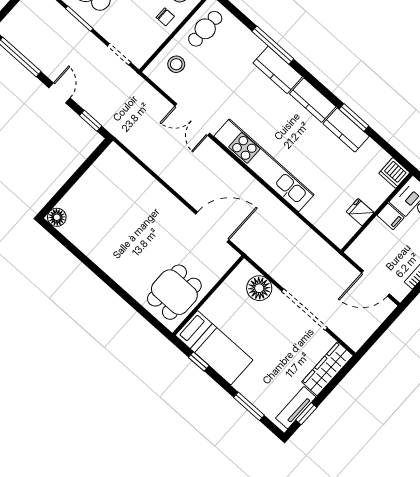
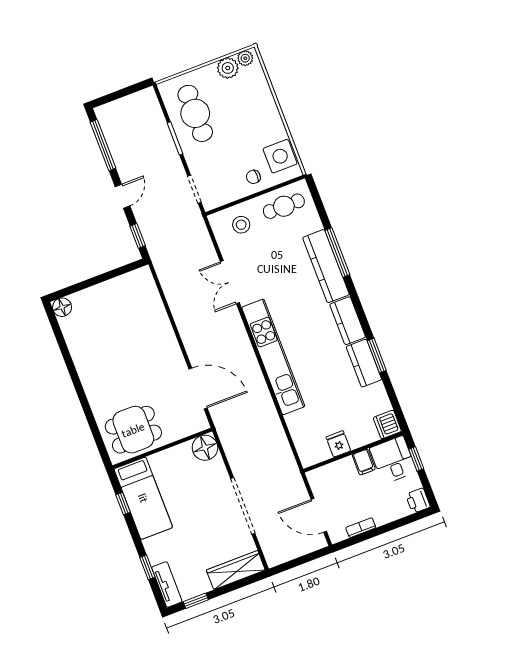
chair: (165, 17) -> (253, 177), turned 90
kitchen counter: (278, 70) -> (326, 266), width x1.50
floor lamp: (259, 288) -> (205, 448), moved
window: (249, 406) -> (147, 567), width x0.67
tv unit: (296, 408) -> (167, 584), moved, turned 90

